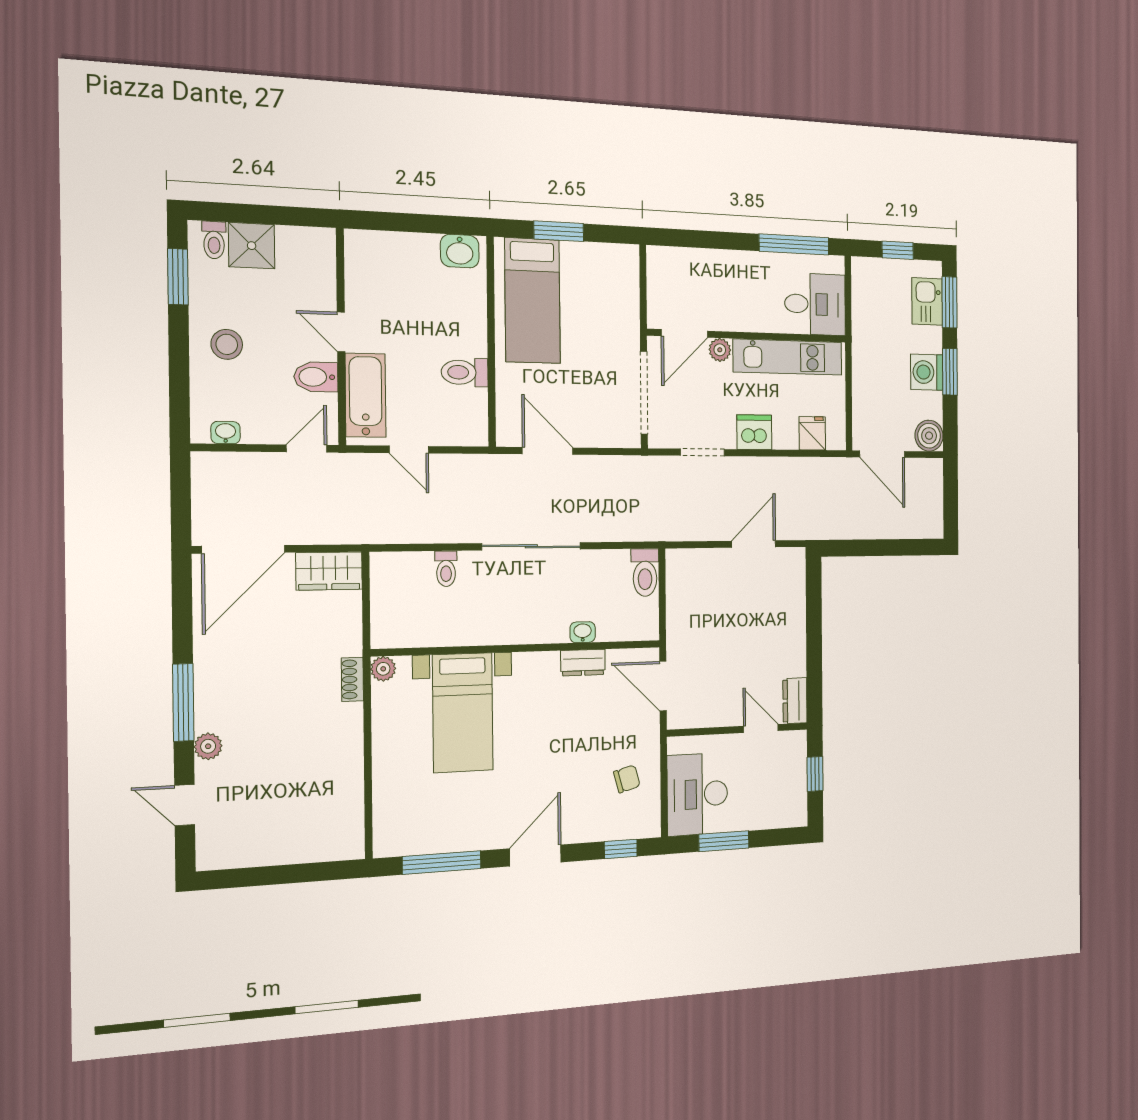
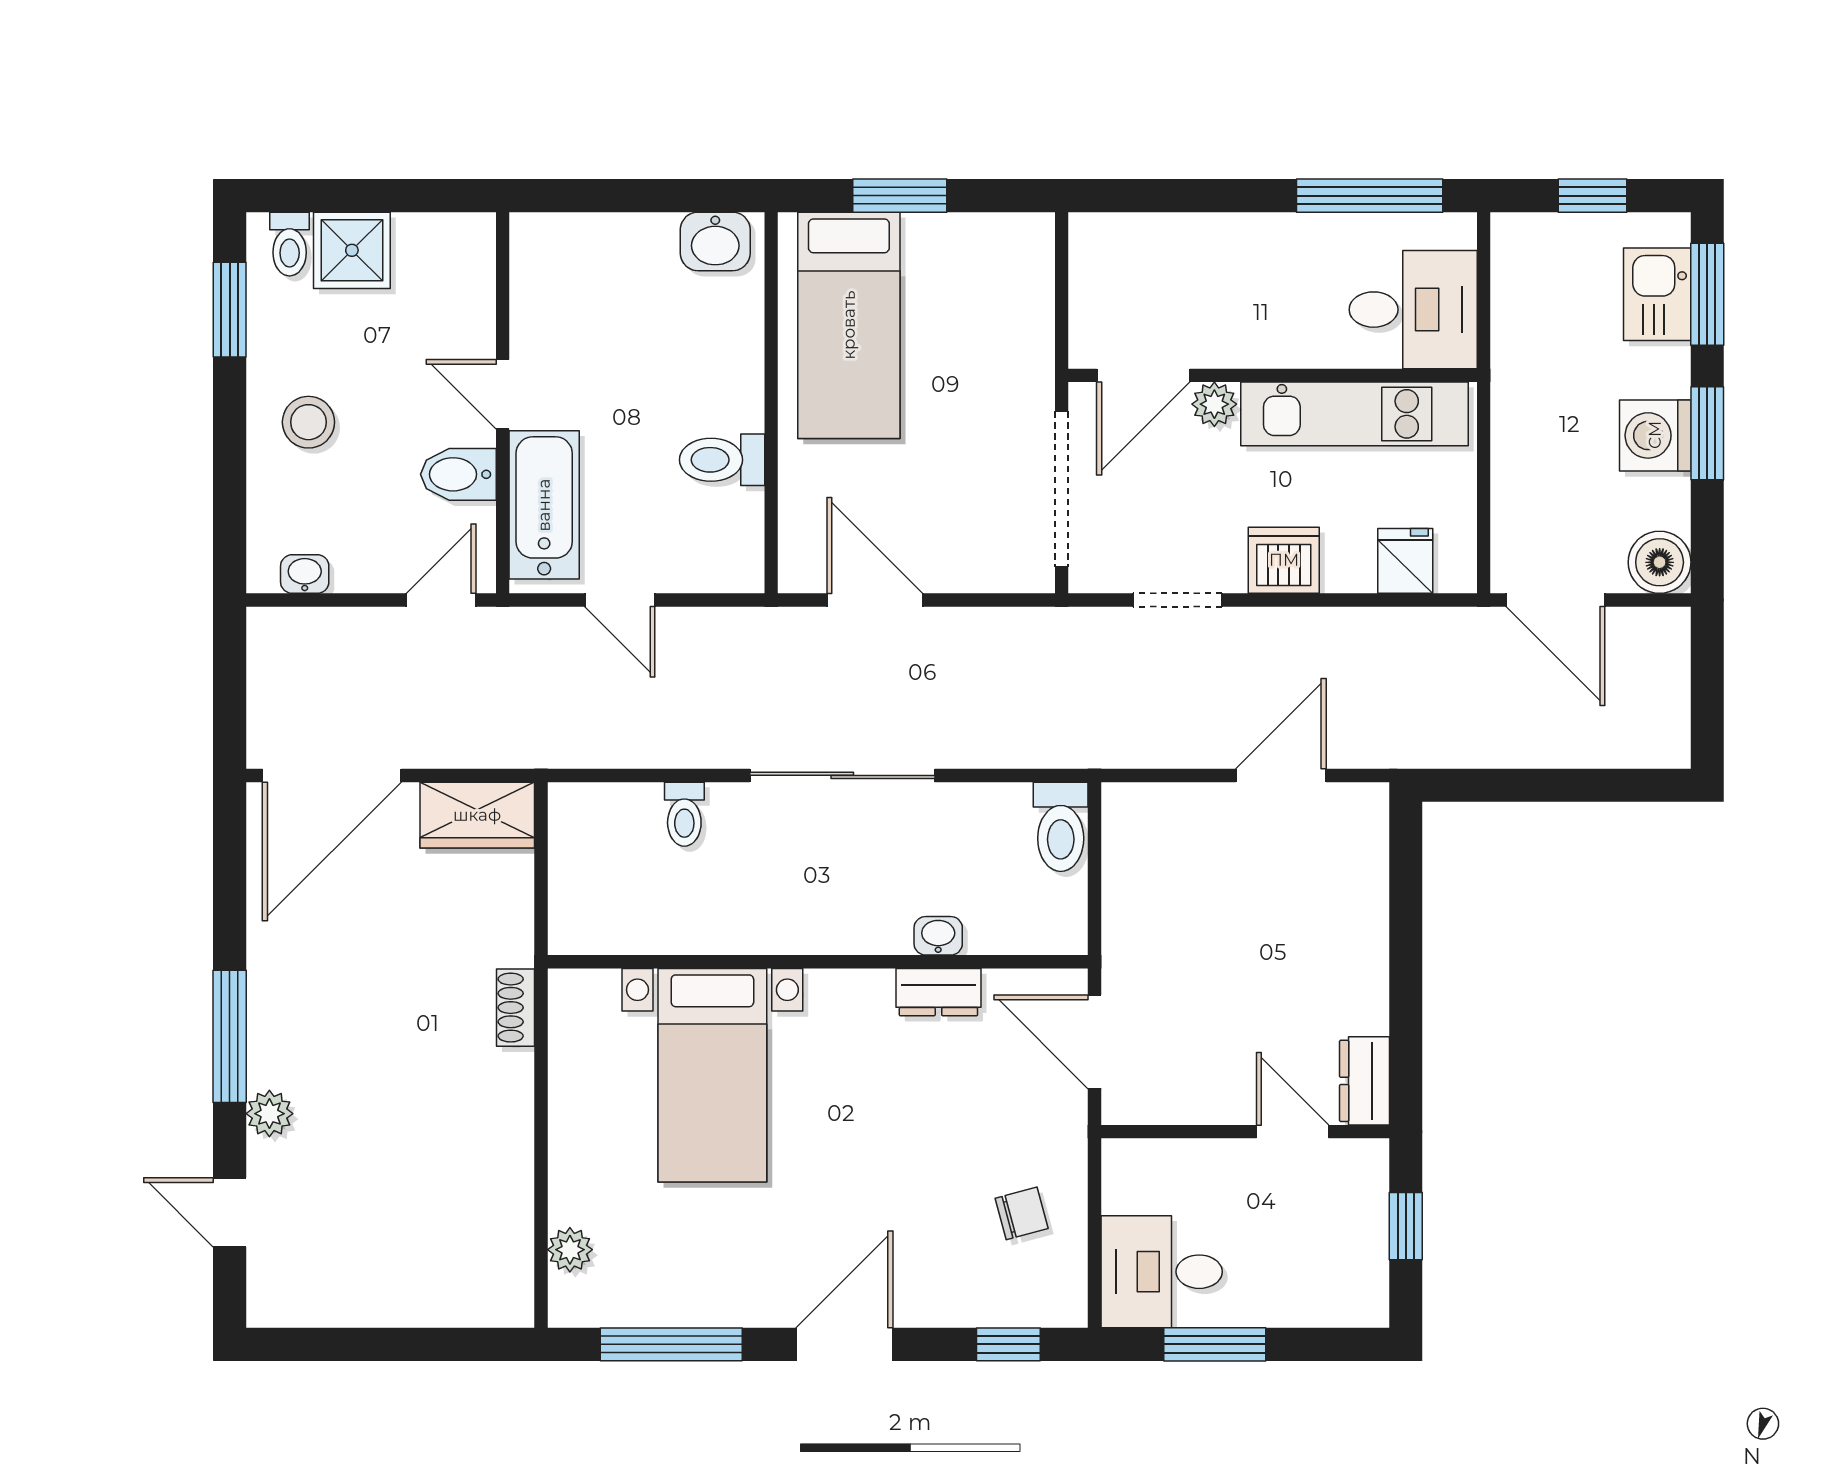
plant: (383, 669) -> (570, 1250), moved
desk: (697, 794) -> (1162, 1272), width x0.73

